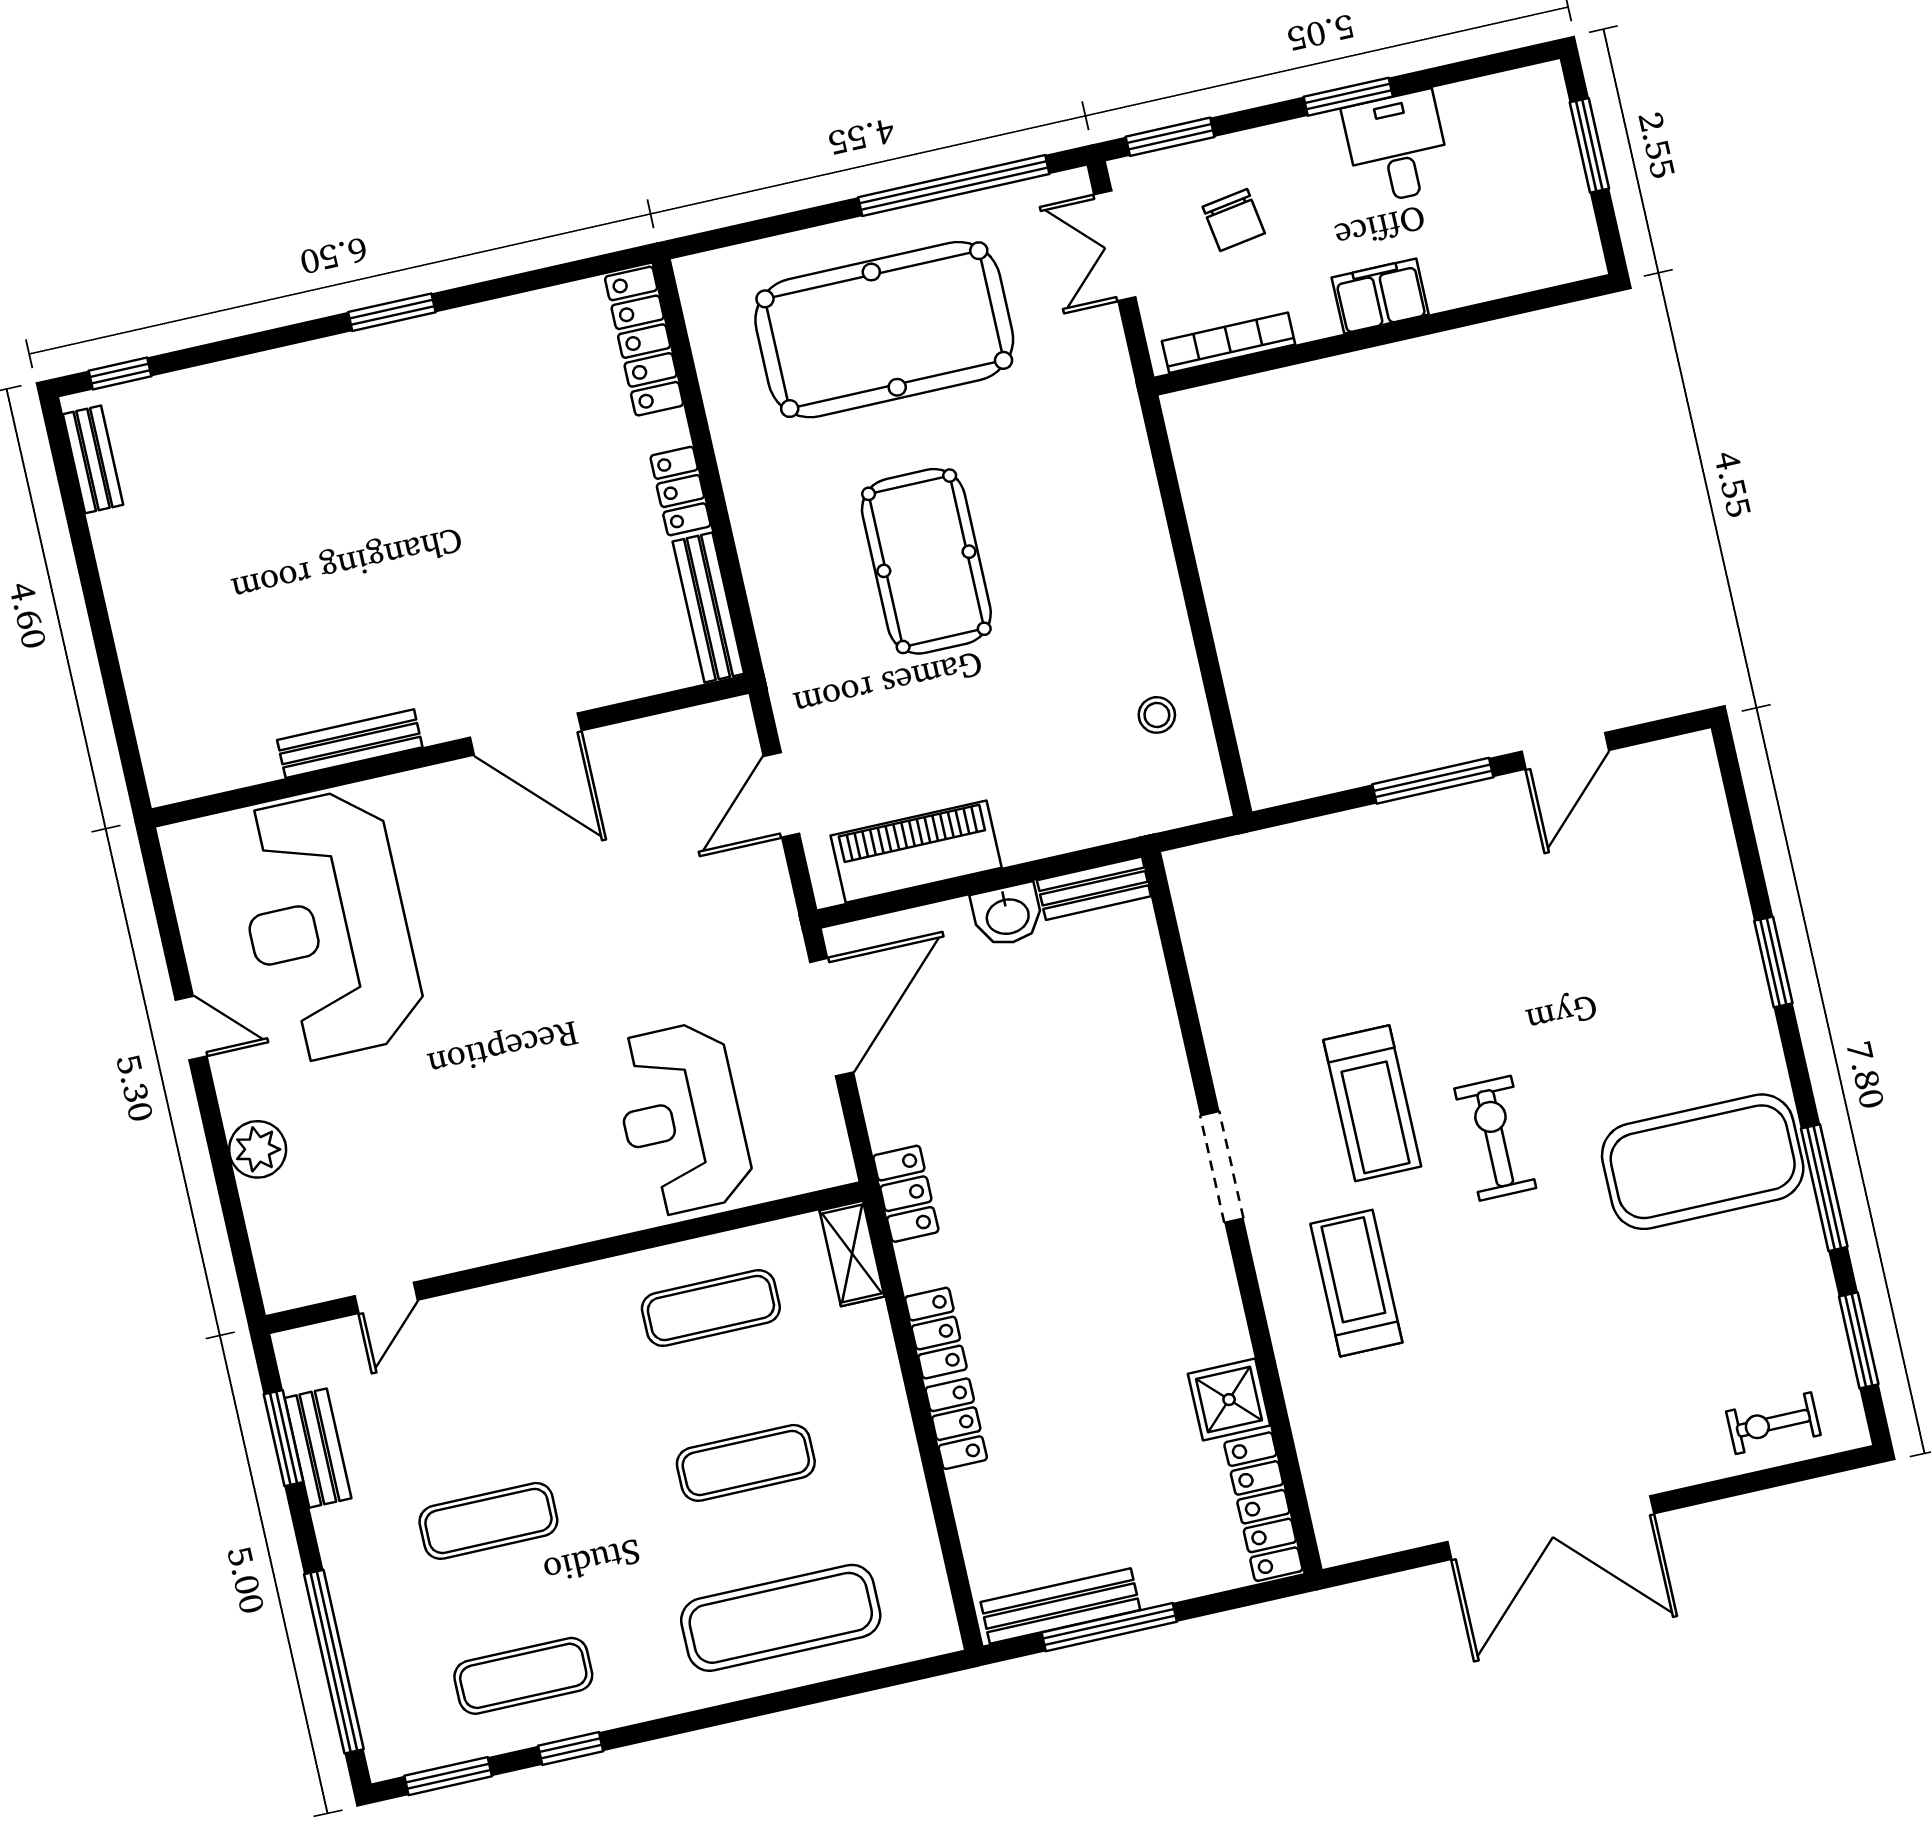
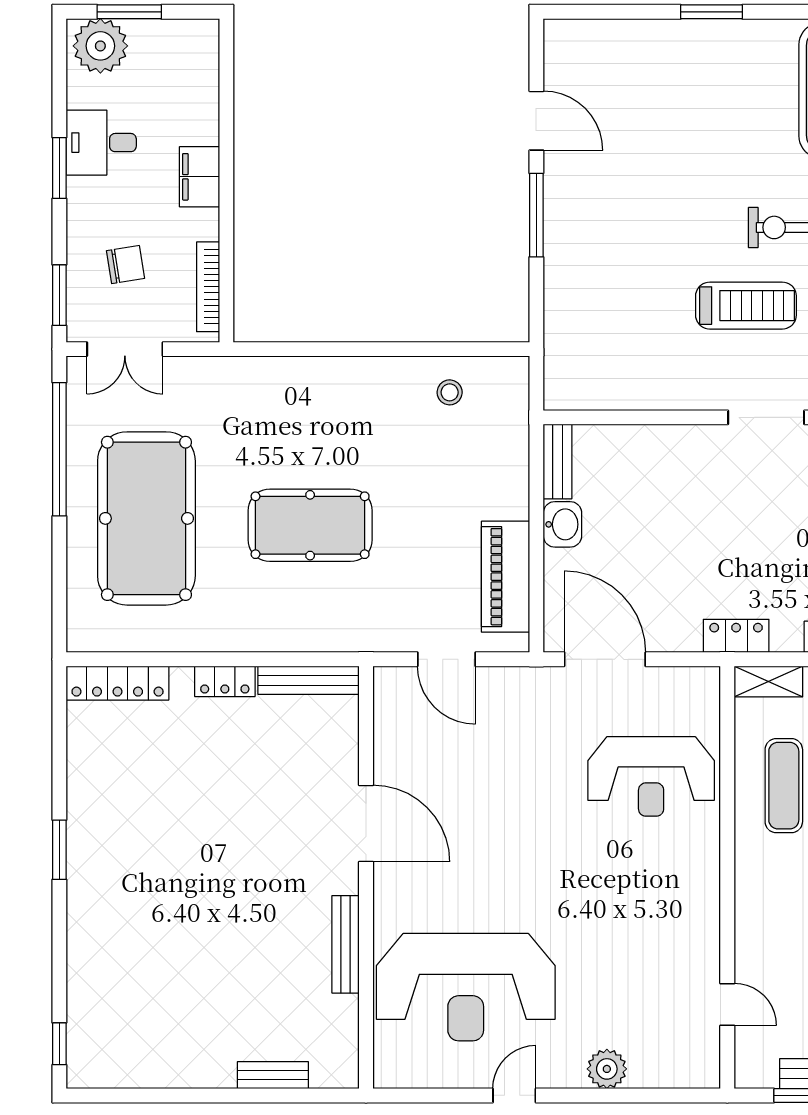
plant: (1532, 116) -> (100, 46), added
bench: (93, 459) -> (273, 1075), moved
door: (526, 734) -> (366, 824), hinge flipped

